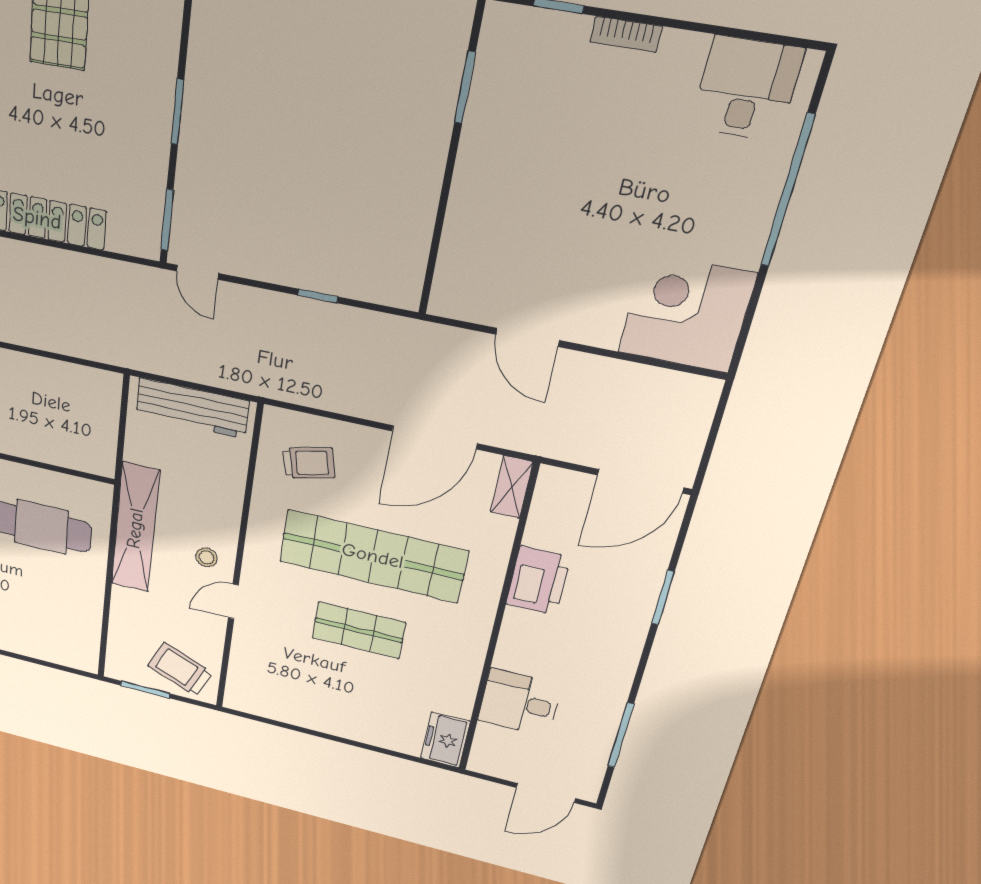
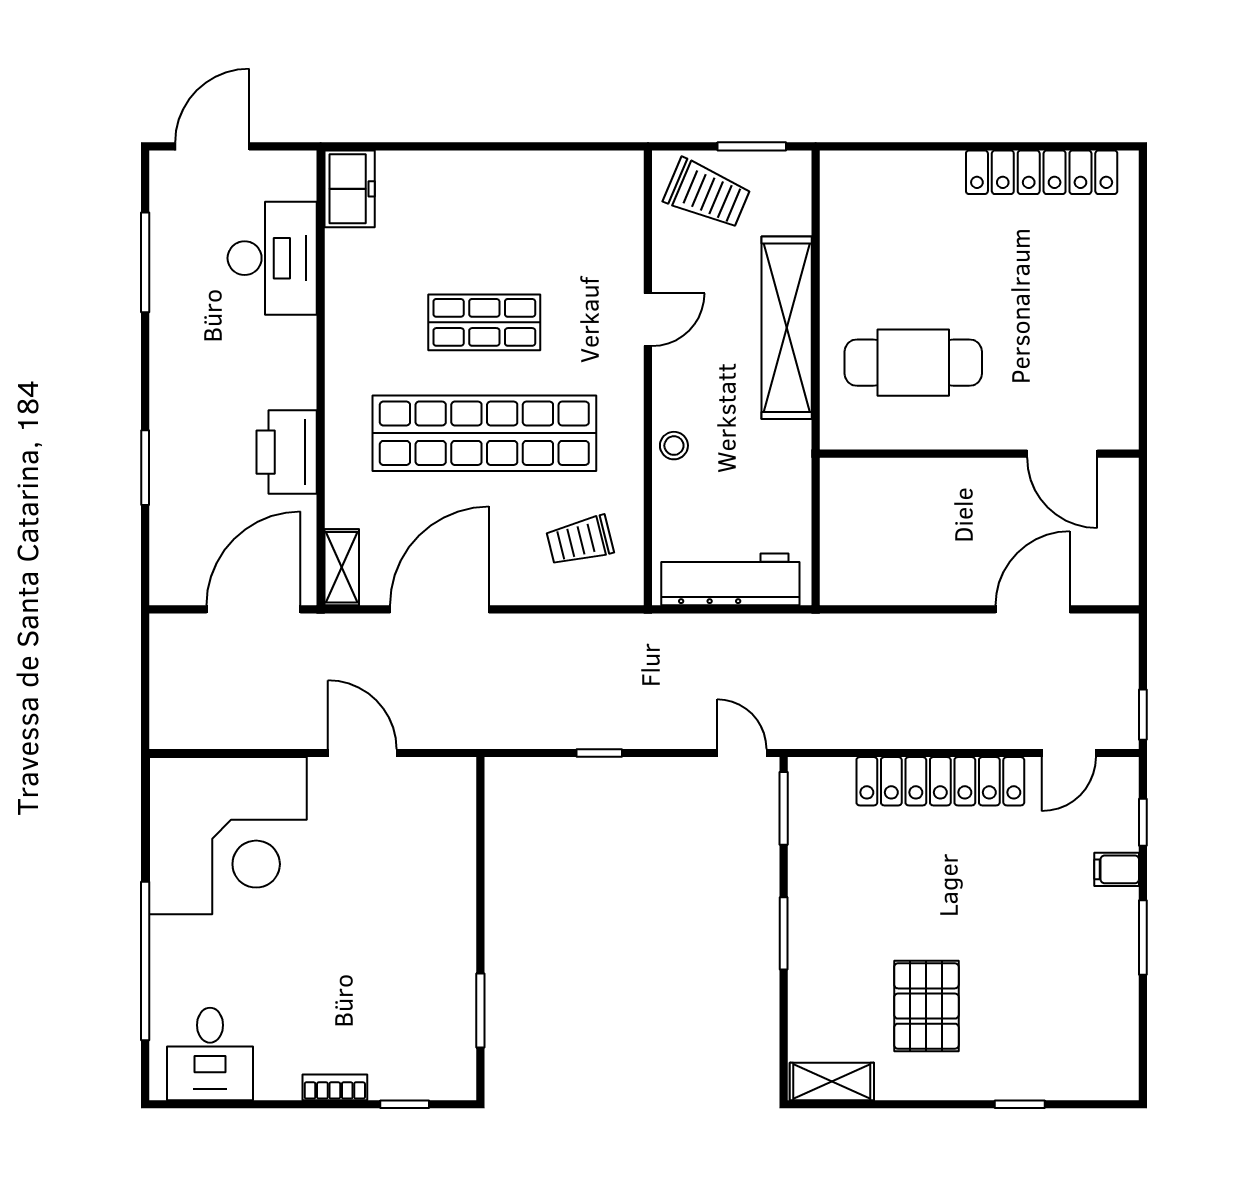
corner desk: (686, 313) -> (228, 836), width x1.36, depth x1.36
door: (640, 481) -> (254, 609), moved
shelving: (135, 528) -> (787, 328), moved
stool: (207, 557) -> (674, 446), moved
desk: (519, 703) -> (272, 258), width x1.37

